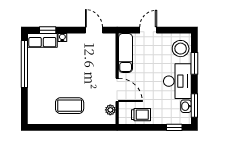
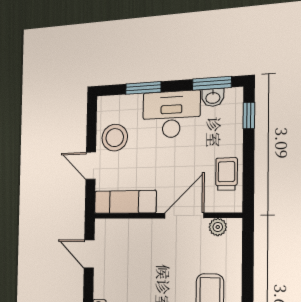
door: (94, 30) -> (89, 254), hinge flipped
stool: (181, 49) -> (115, 138), moved

